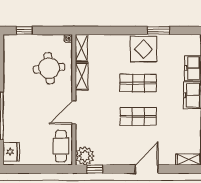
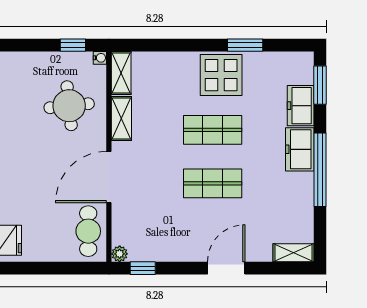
window: (24, 30) -> (73, 45), moved
door: (74, 112) -> (109, 177), width x1.36
plant: (85, 156) -> (120, 254), width x0.53, depth x0.53

